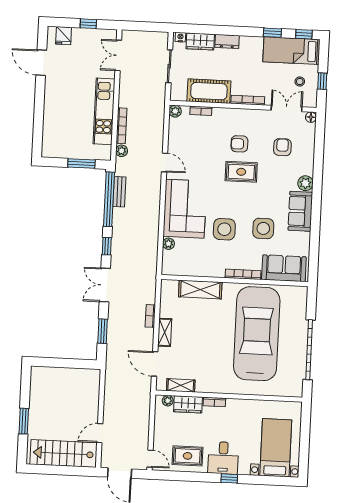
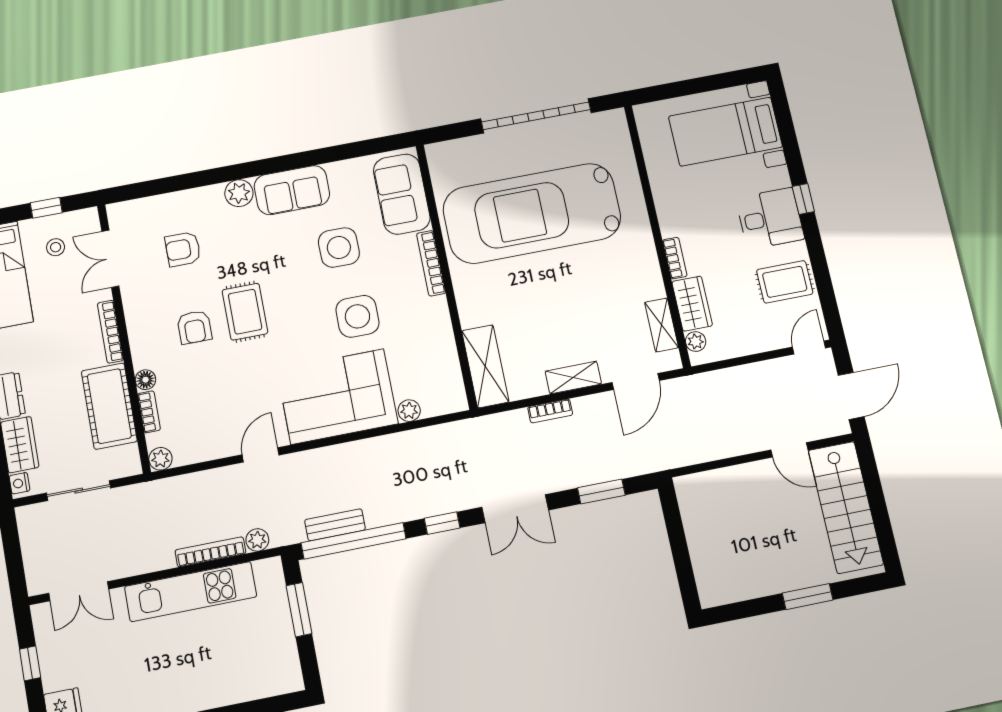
floor lamp: (311, 117) -> (145, 380), moved
shelving: (200, 289) -> (485, 366), moved
rug: (188, 456) -> (785, 282), turned 90

